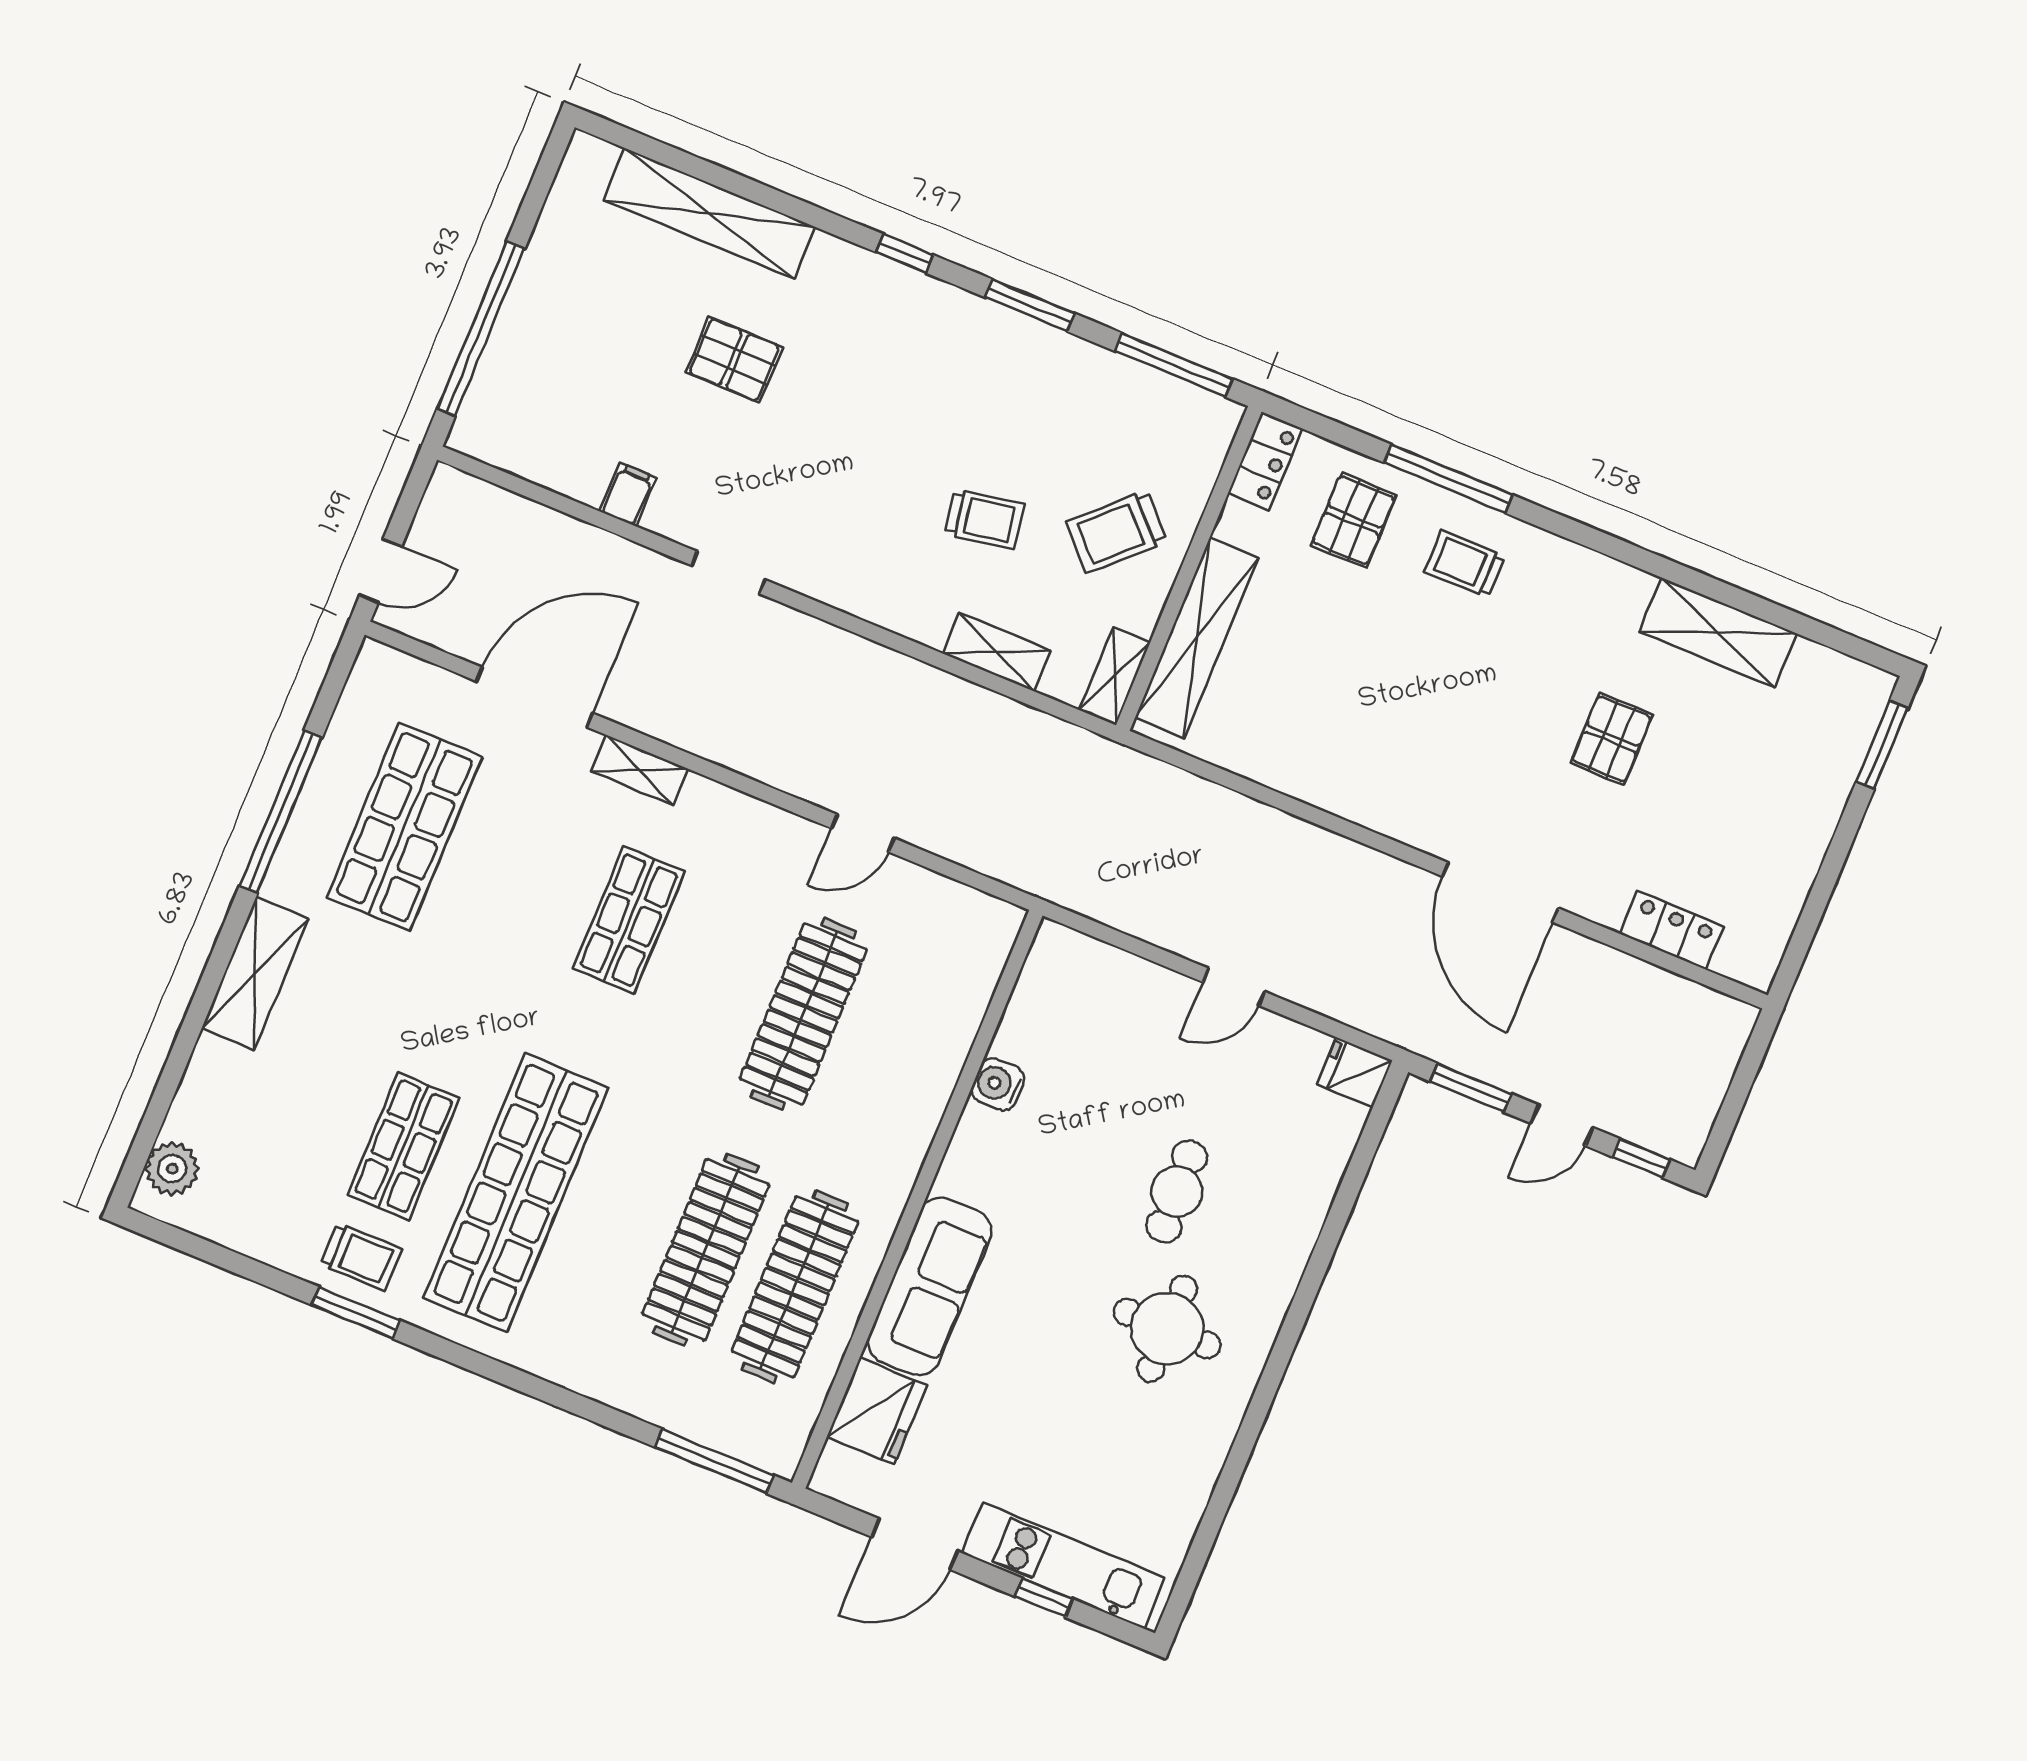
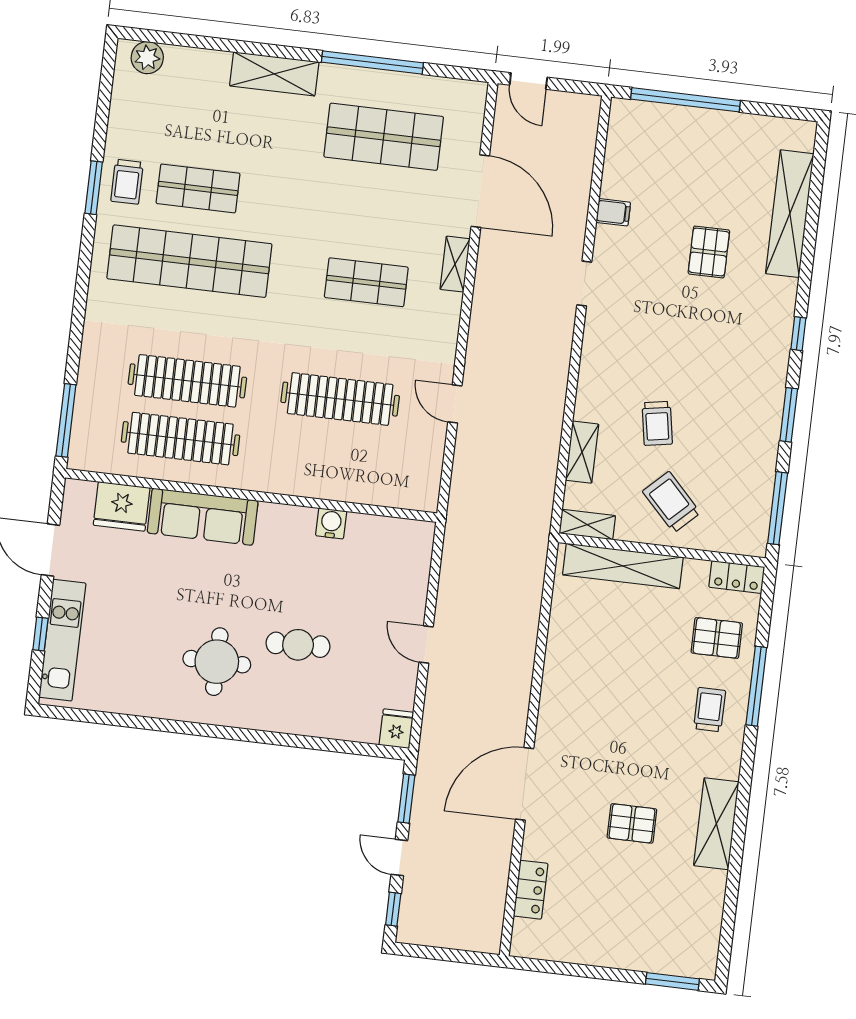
shelving: (1718, 632) -> (716, 824), moved

